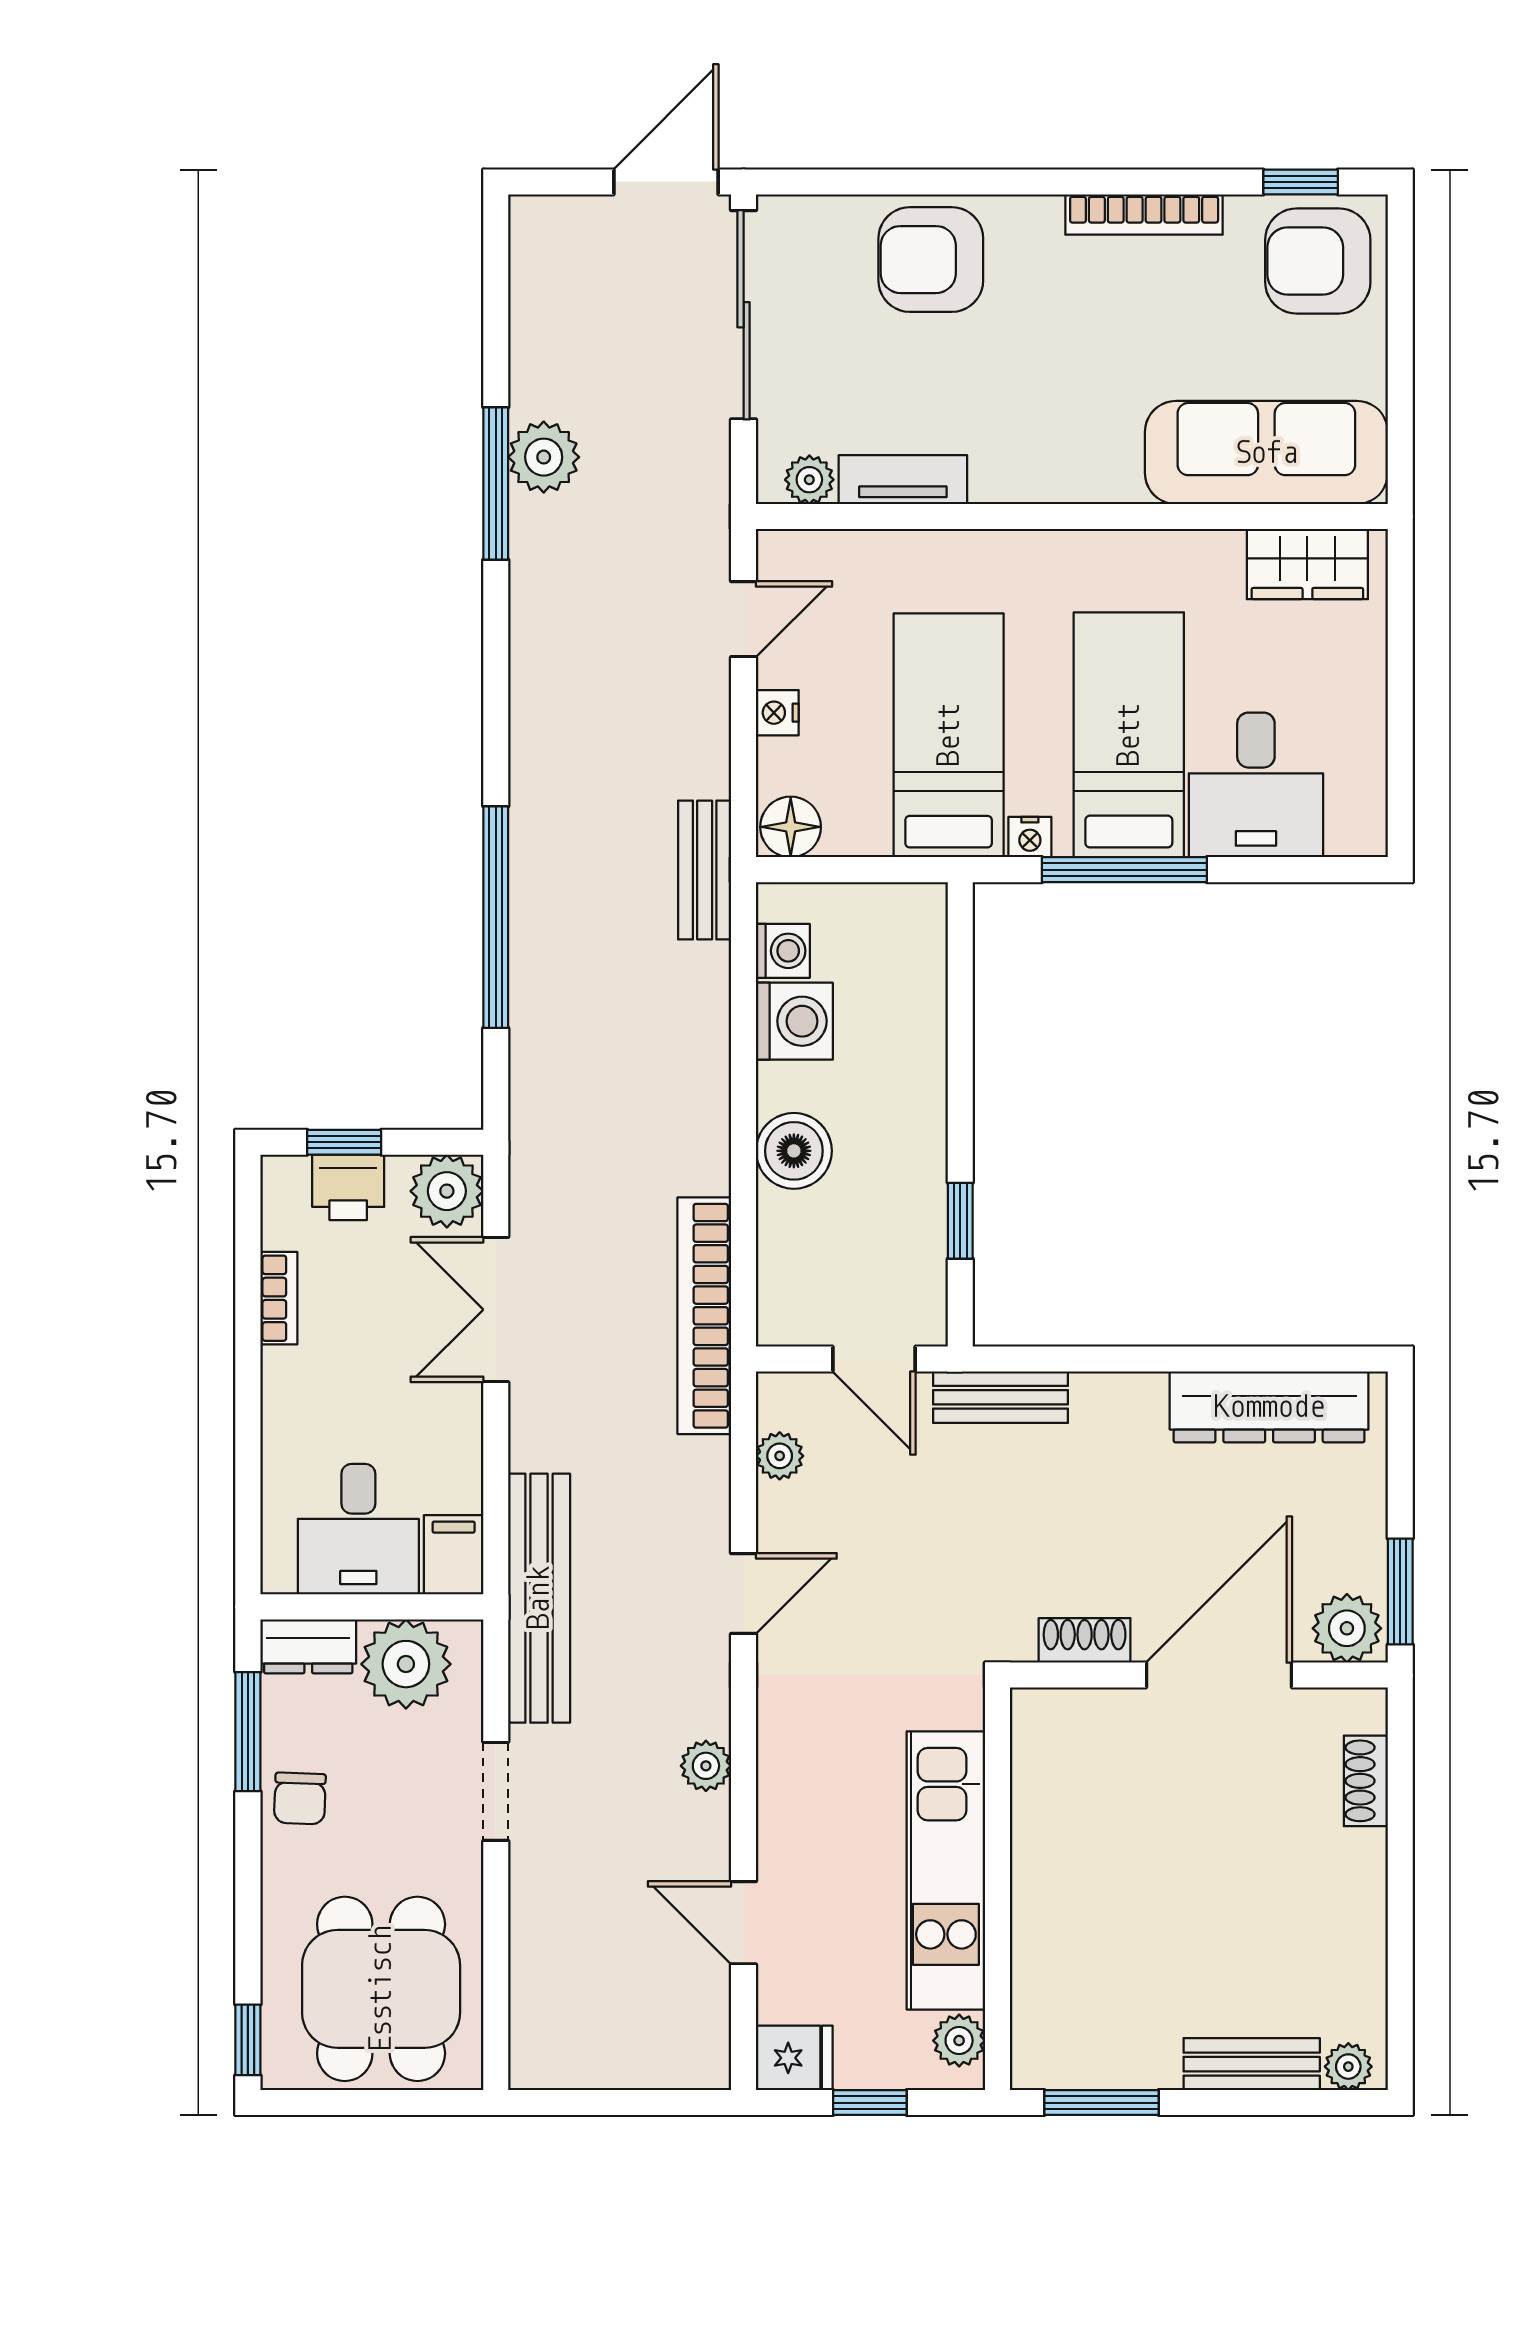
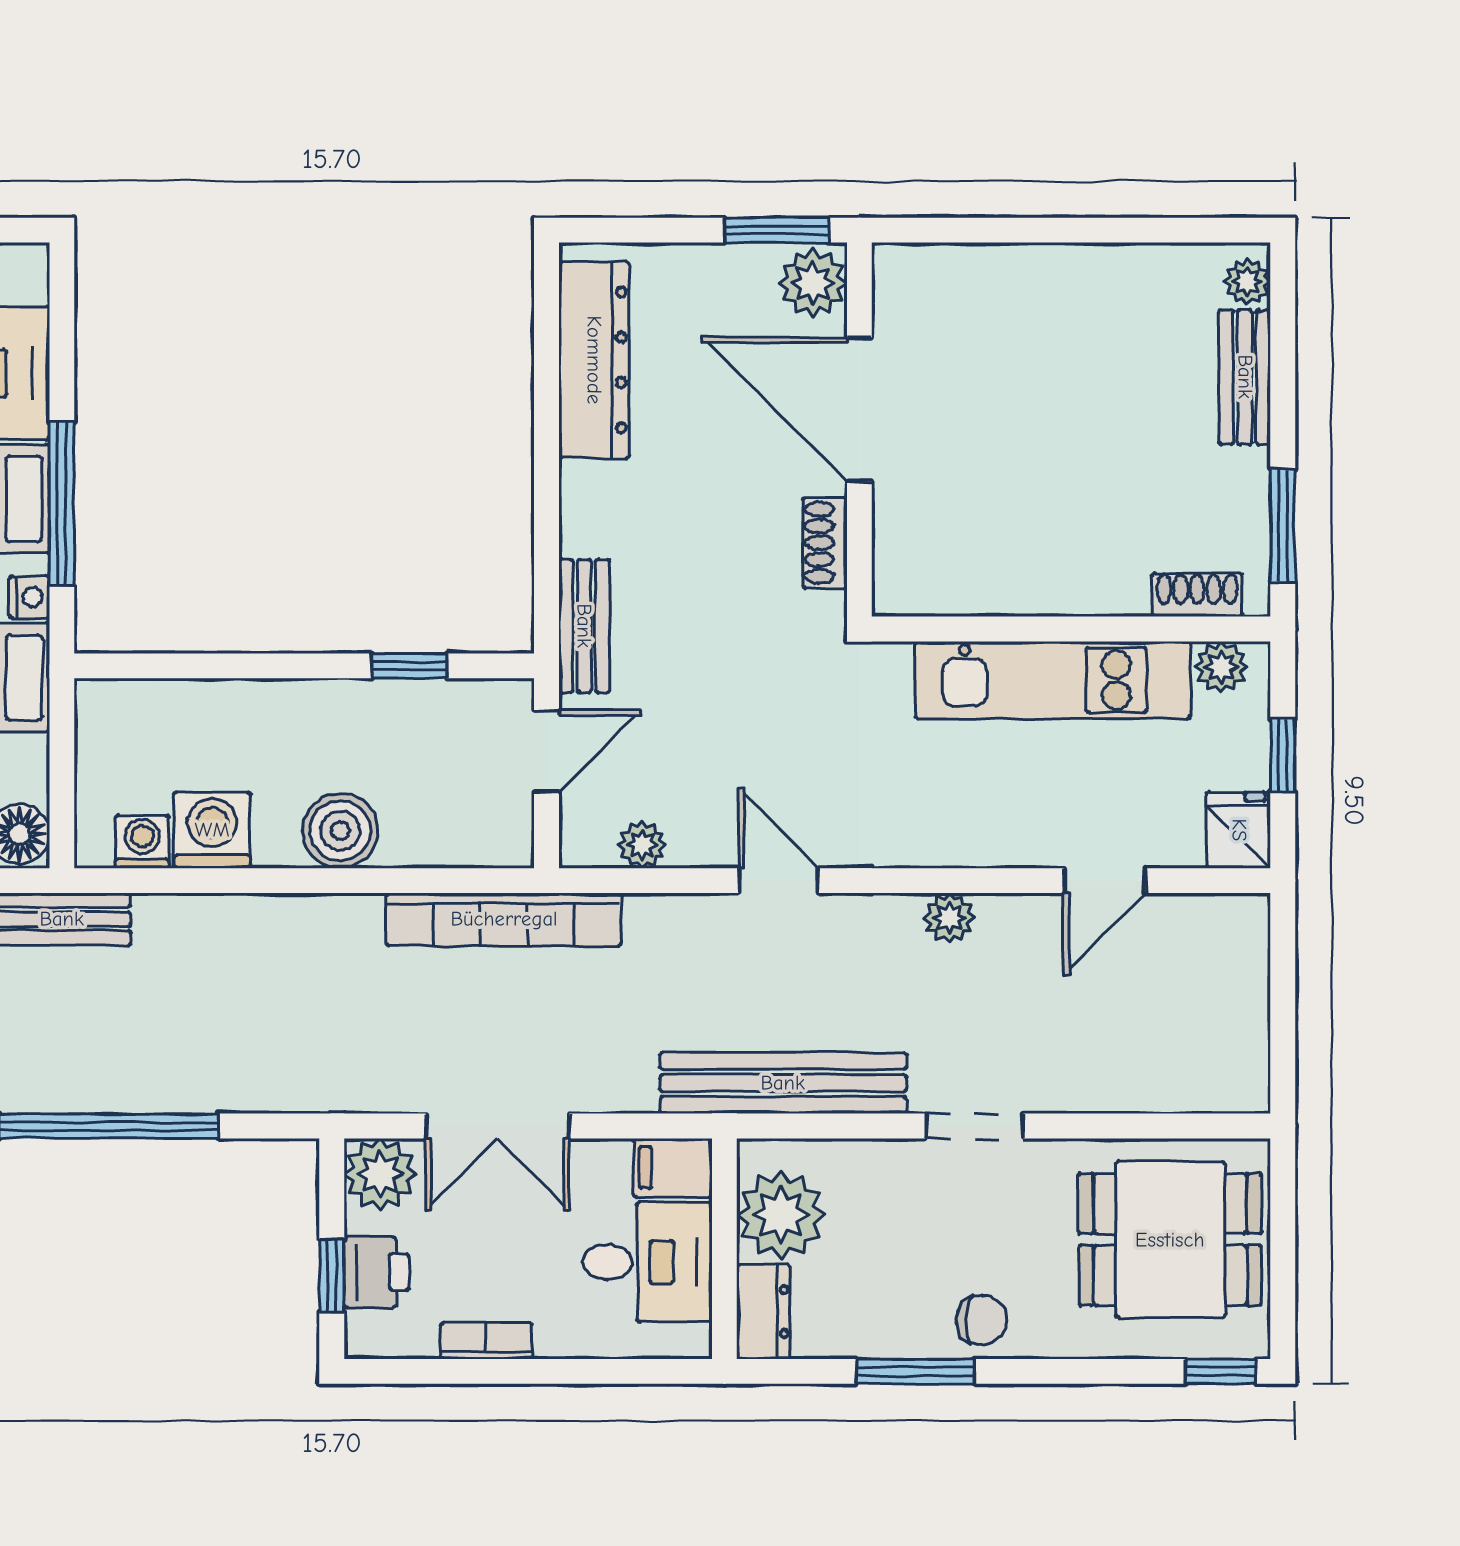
desk: (358, 1529) -> (647, 1262), moved
filing cabinet: (454, 1555) -> (673, 1168), moved
wall: (372, 1607) -> (724, 1249), moved
dresser: (308, 1646) -> (763, 1312), moved
plant: (406, 1664) -> (781, 1215), moved
shoe rack: (1366, 1781) -> (1197, 595), moved, turned 180

